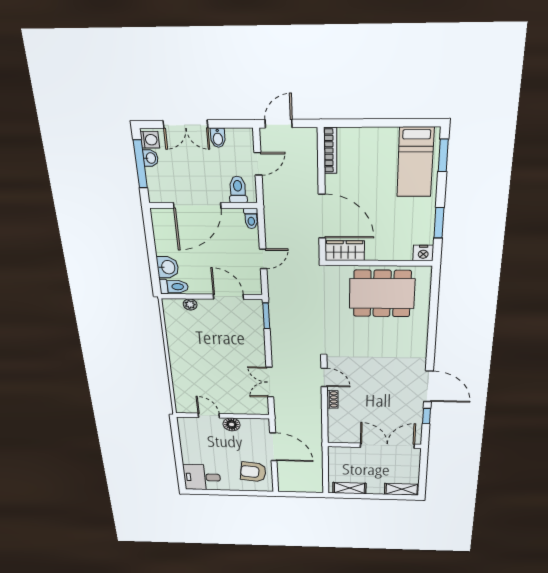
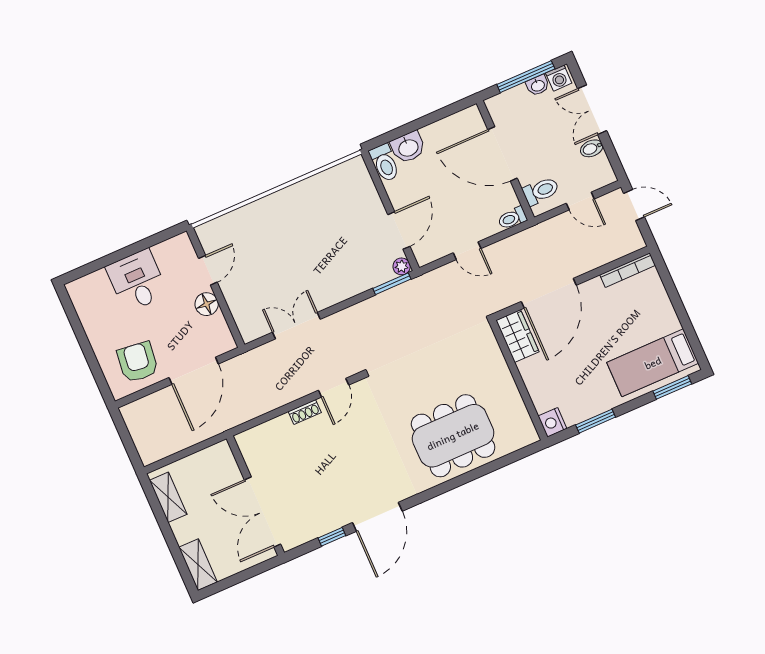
dining table: (382, 294) -> (453, 436), moved, turned 90
plant: (190, 304) -> (402, 266), moved
double door: (387, 446) -> (263, 512), swing flipped
desk: (202, 477) -> (137, 281), moved

